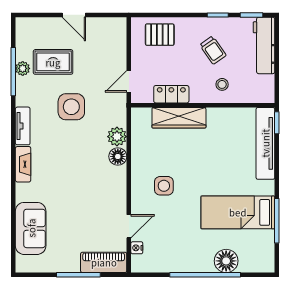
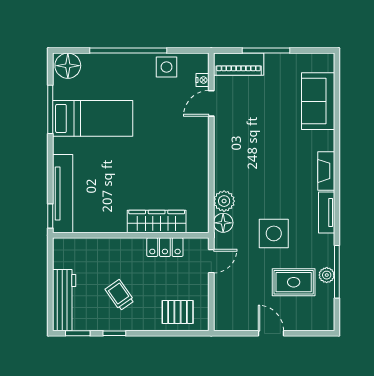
stool: (222, 84) -> (110, 258), removed
floor lamp: (118, 156) -> (223, 223), moved
side table: (164, 186) -> (167, 67), moved
floor lamp: (226, 261) -> (68, 66), moved

